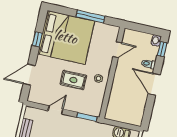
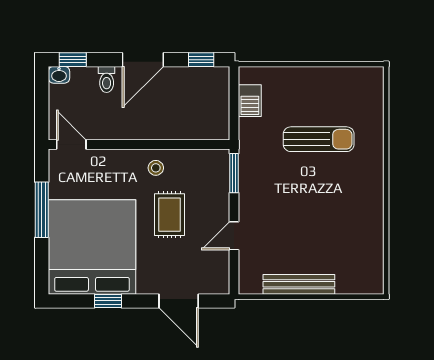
door: (117, 50) -> (71, 144), moved
door: (56, 110) -> (234, 236), hinge flipped
window: (148, 113) -> (201, 60), added

